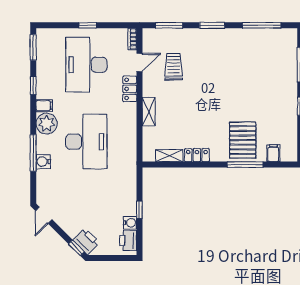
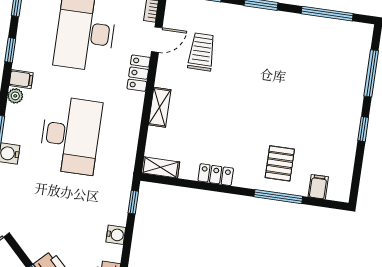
plant: (47, 124) -> (15, 96), width x0.53, depth x0.53
pallet: (243, 140) -> (280, 163), width x0.67, depth x0.71
shelving: (169, 156) -> (161, 167), moved
window: (139, 210) -> (133, 202), moved
water cooler: (130, 223) -> (116, 235), moved

